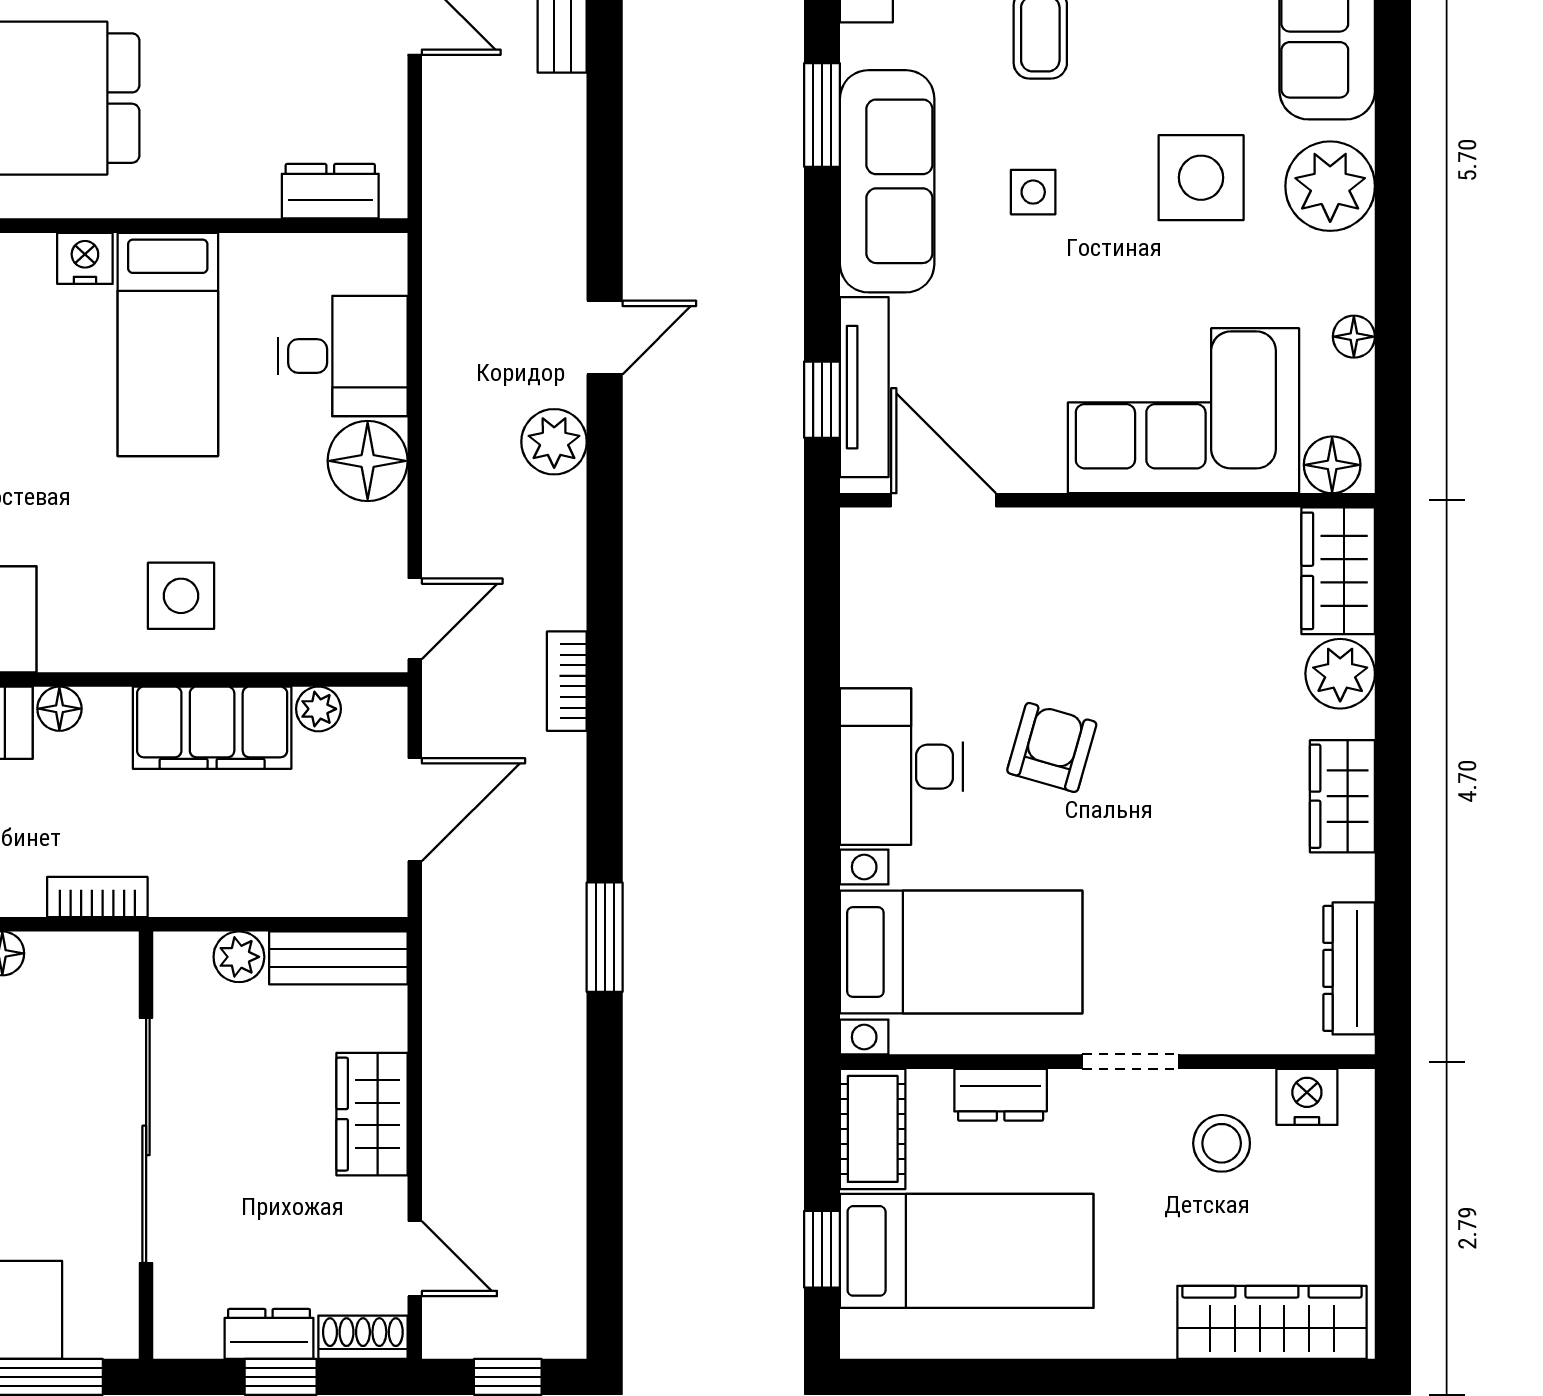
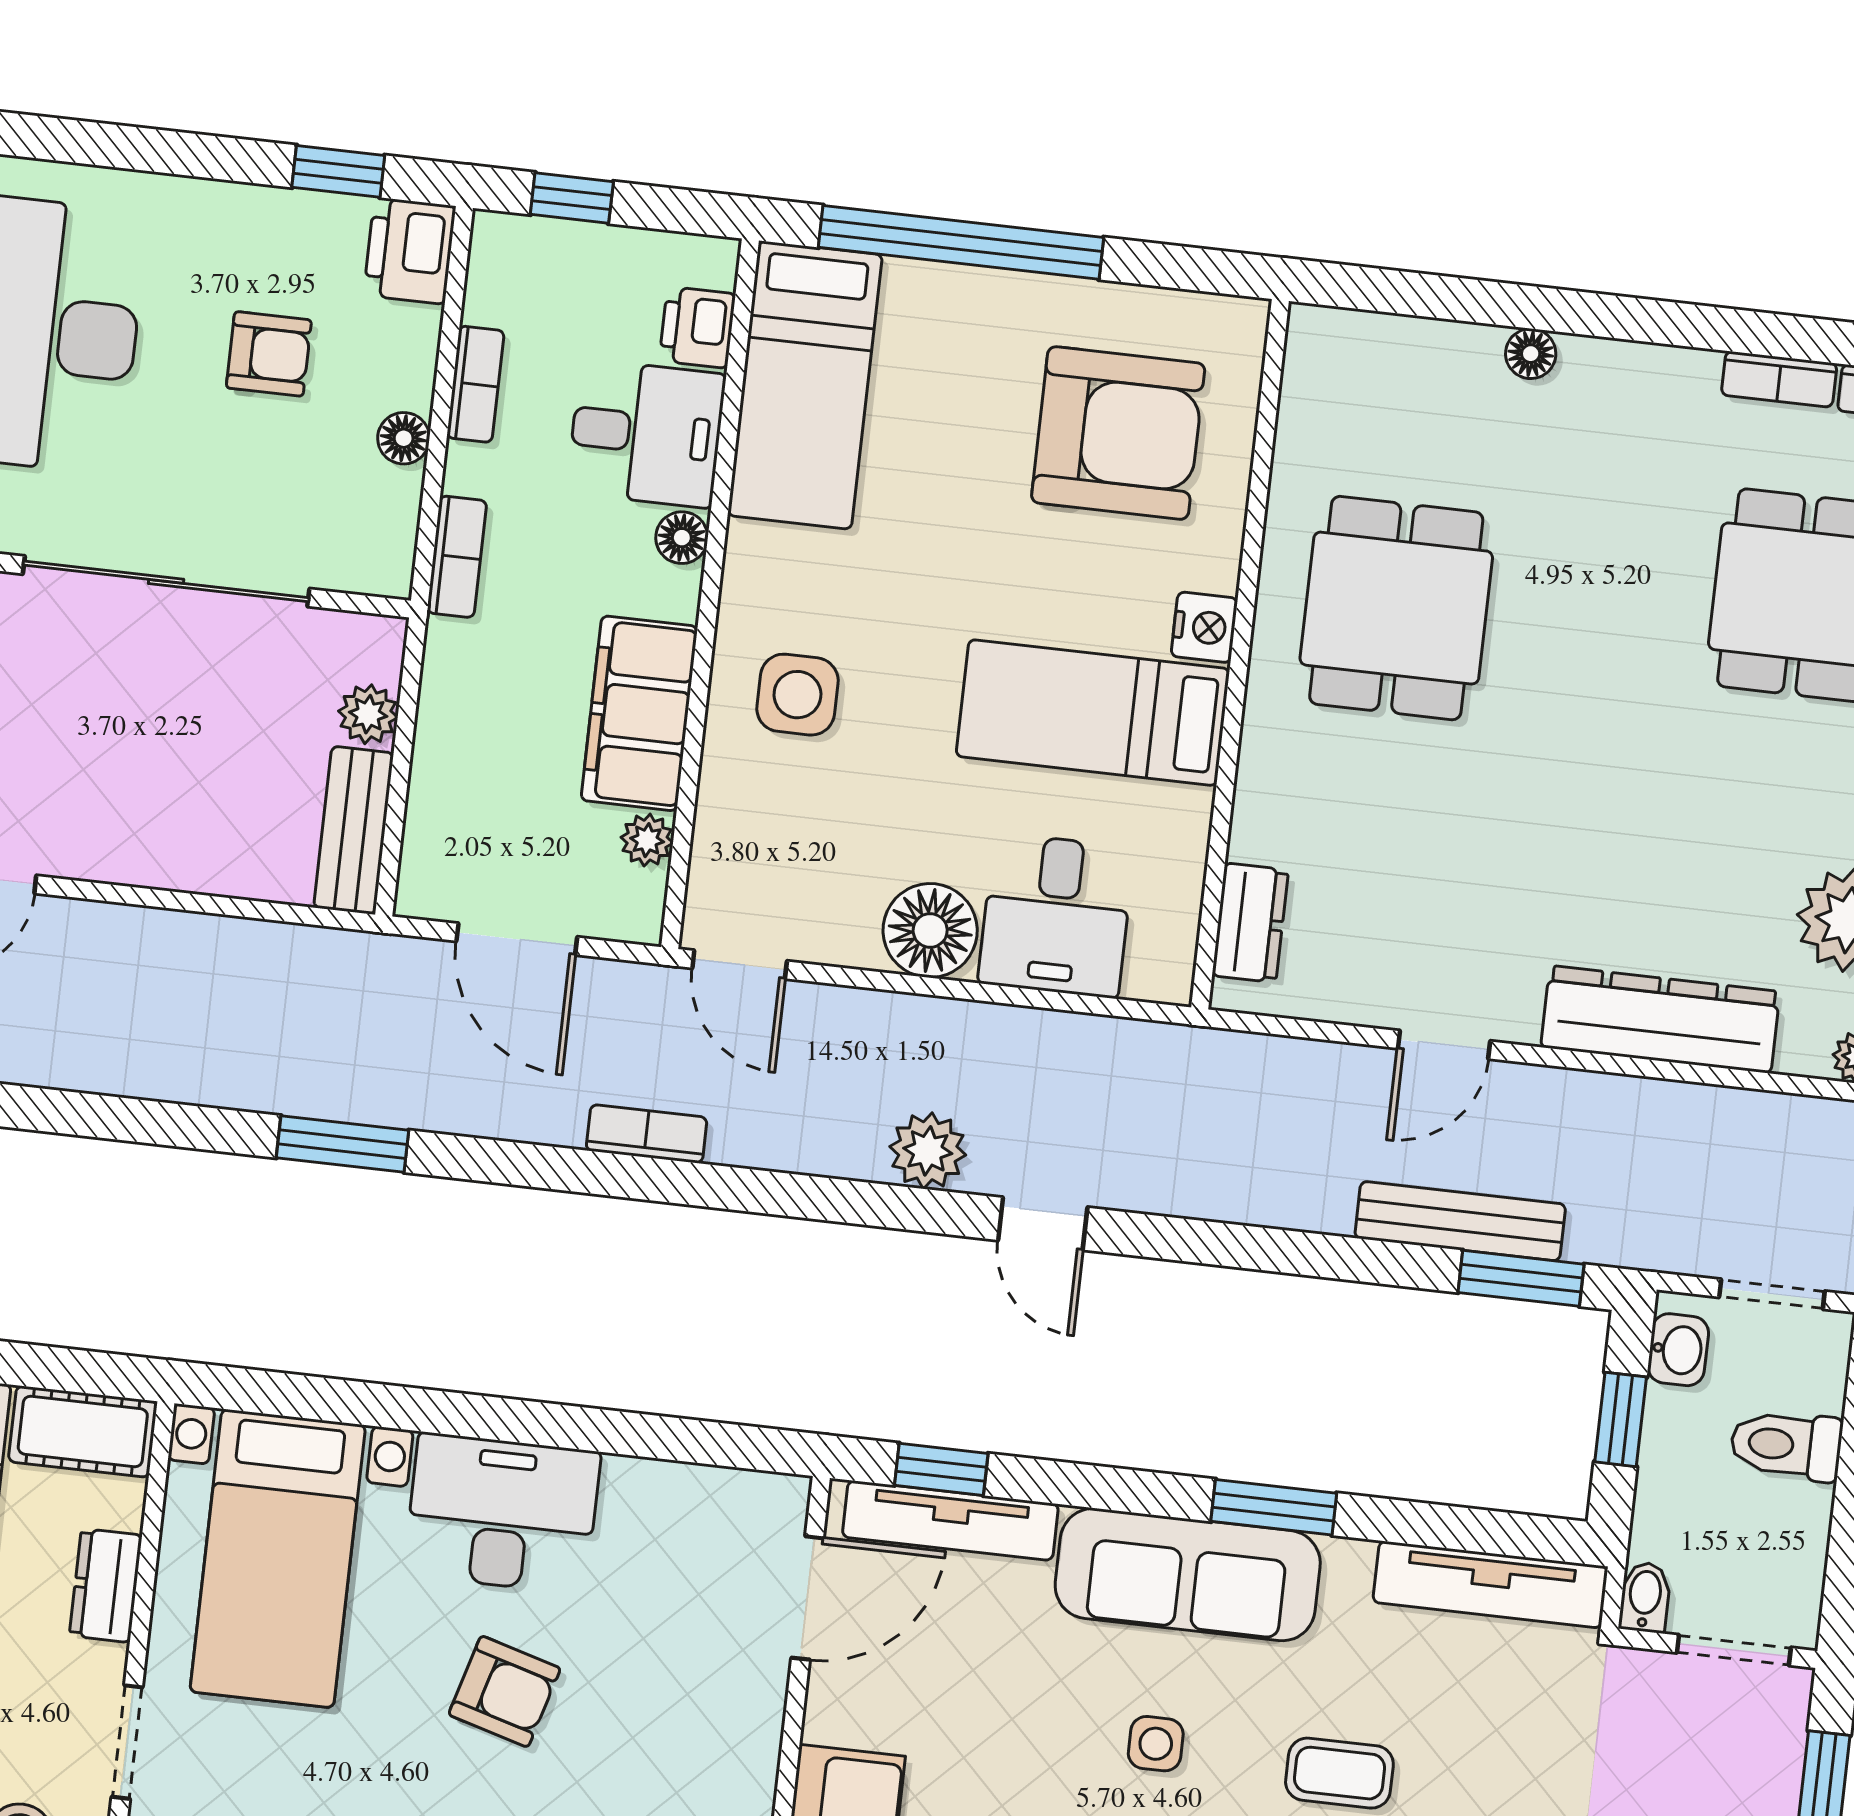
wardrobe: (372, 1114) -> (167, 849), removed

